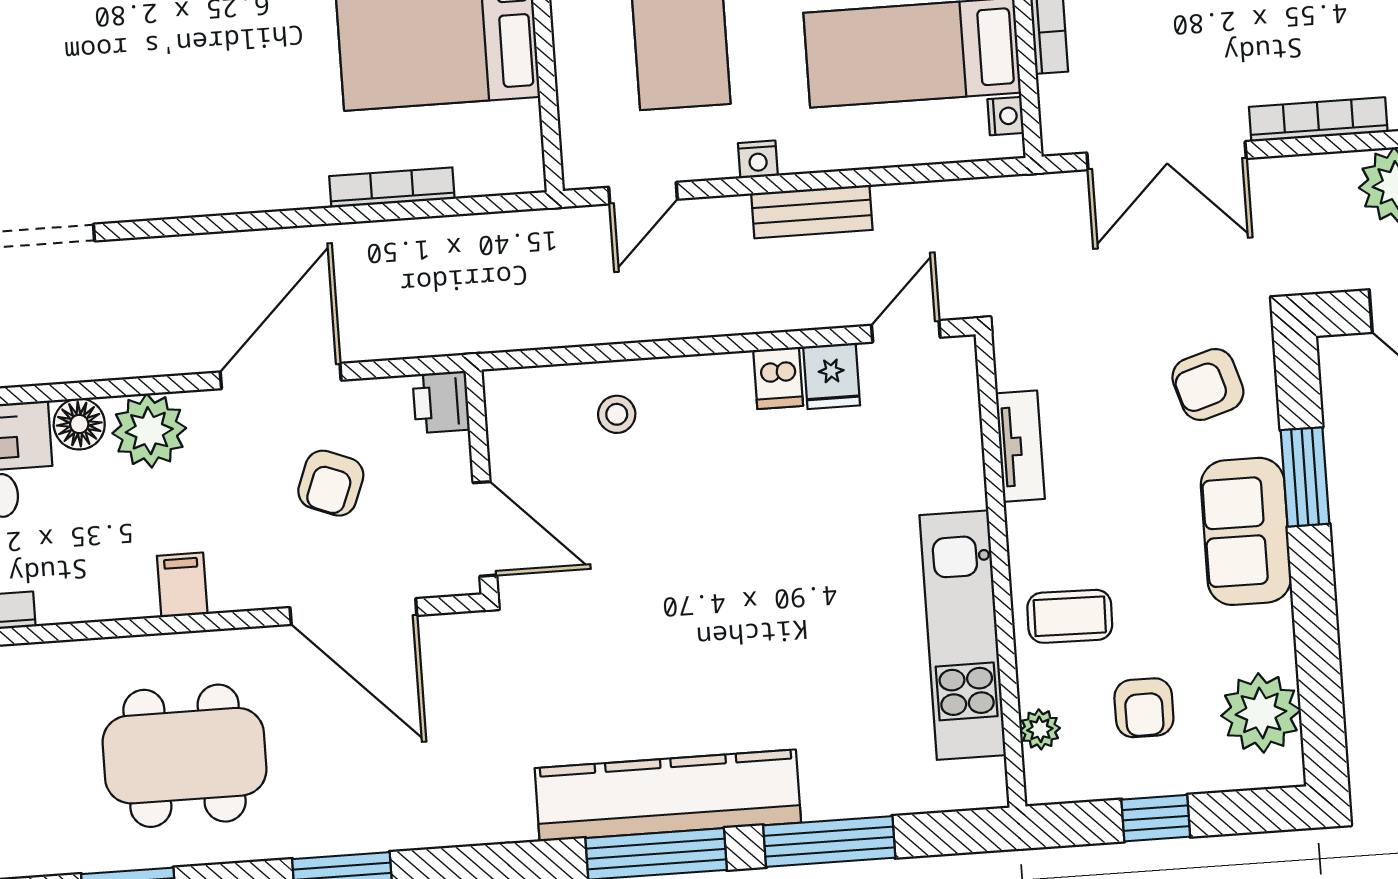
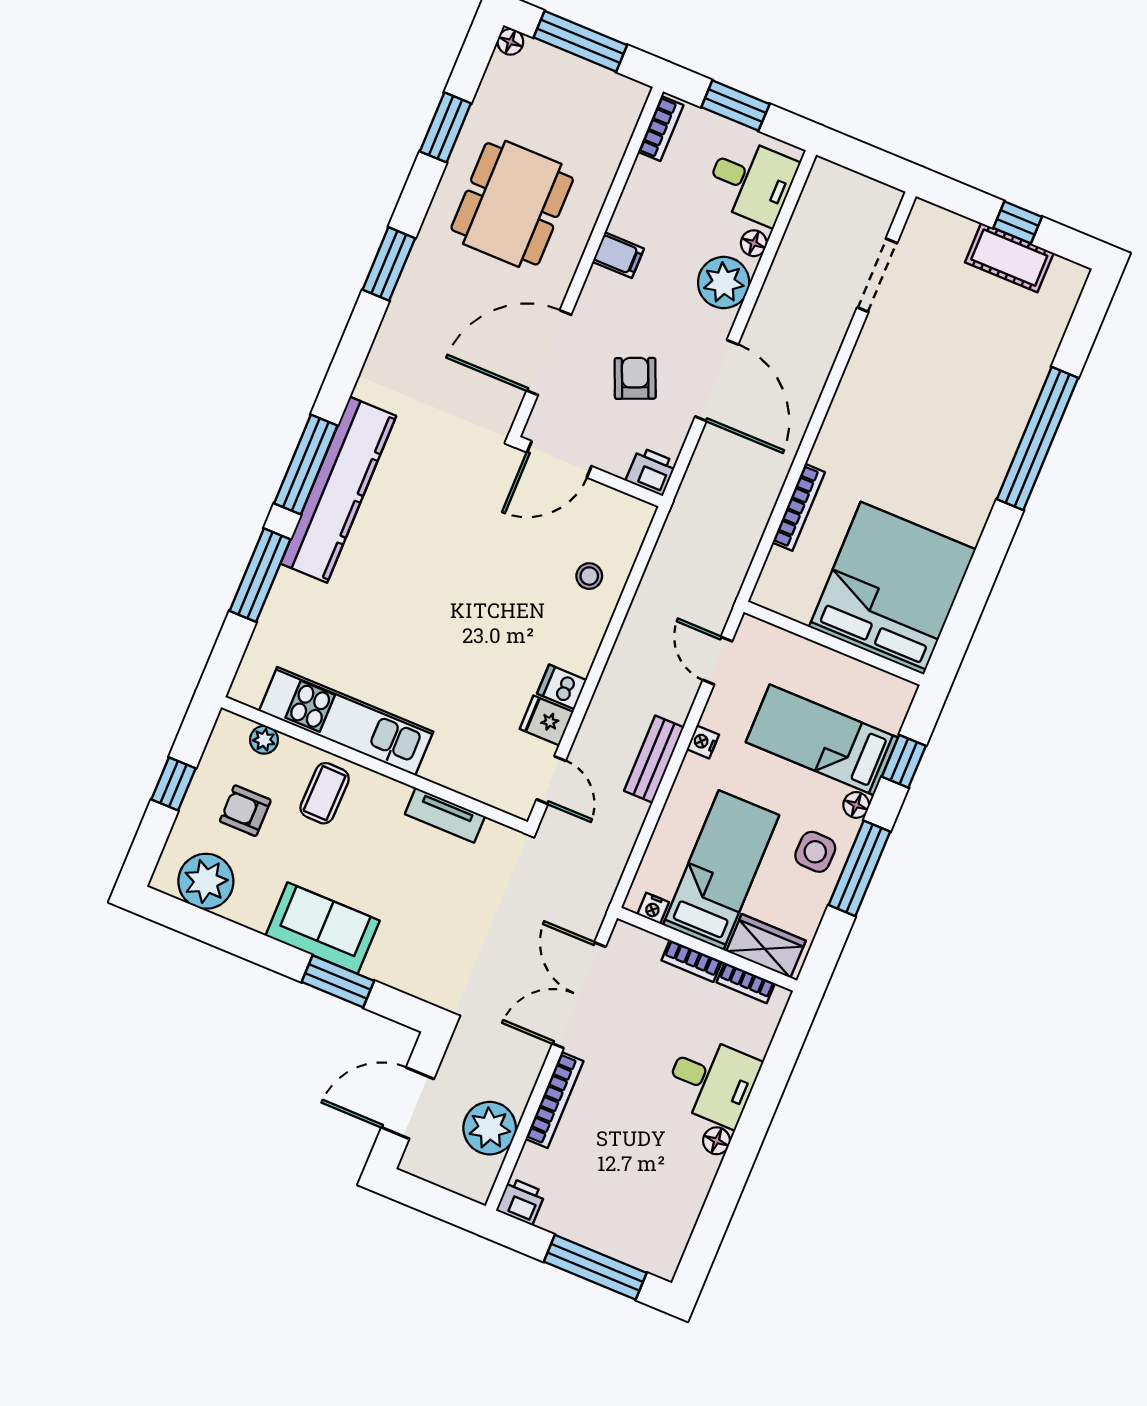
armchair: (1208, 384) -> (425, 950), removed
floor lamp: (79, 424) -> (754, 243), width x0.73, depth x0.73
armchair: (331, 483) -> (635, 378), turned 46

